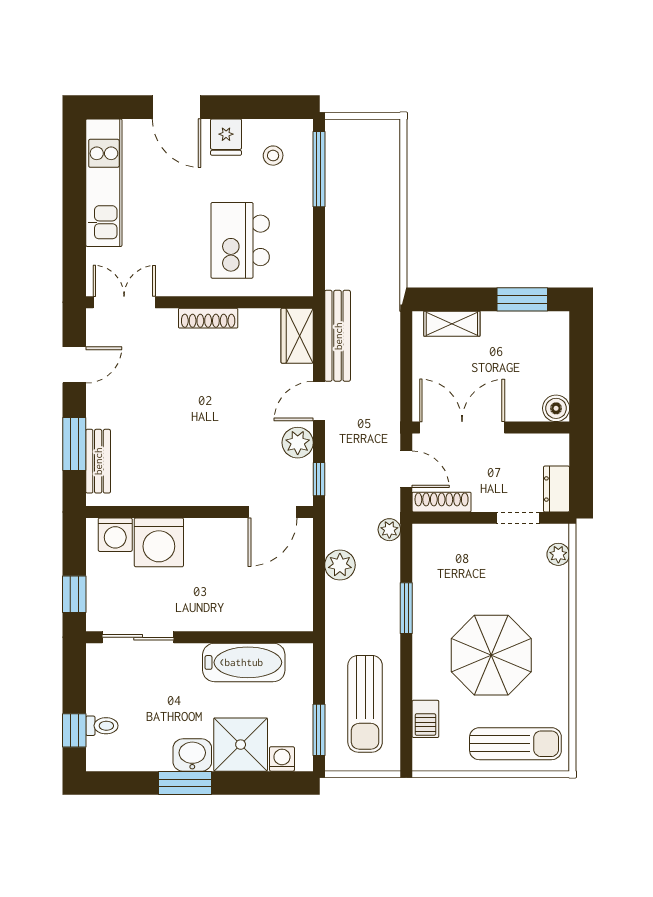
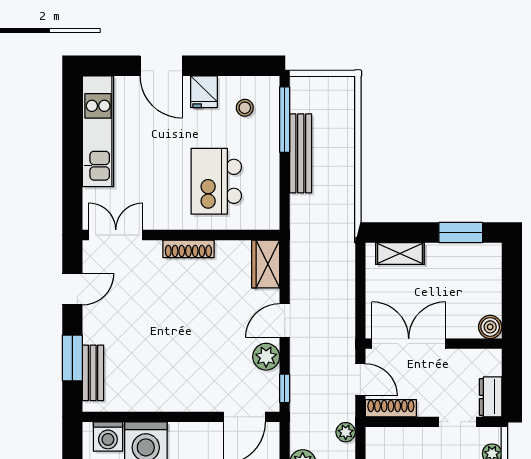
bench: (338, 336) -> (301, 153), moved

